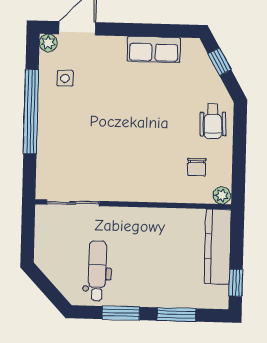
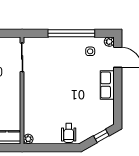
row of seats: (154, 49) -> (107, 85), moved
wheelchair: (213, 121) -> (69, 133), turned -88
chair: (197, 167) -> (43, 125), removed

